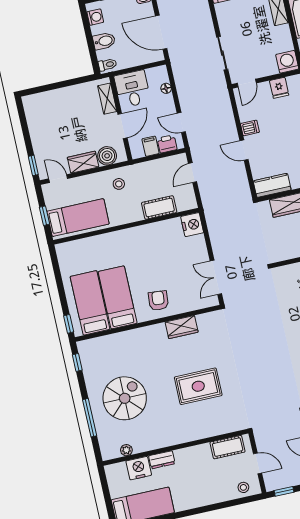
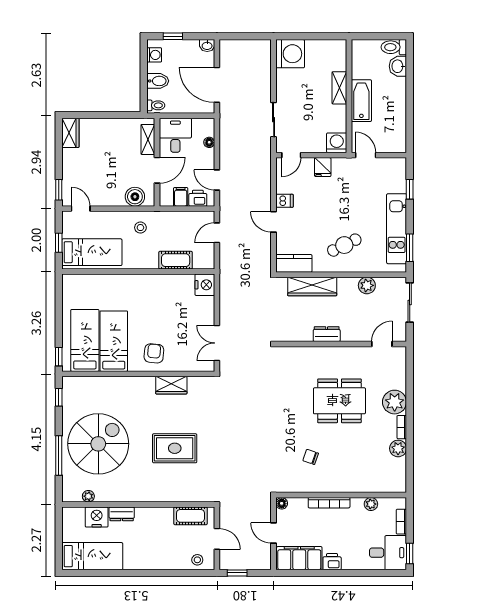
wardrobe: (83, 162) -> (70, 133), moved, turned 90
spiral stairs: (125, 398) -> (98, 444), width x1.37, depth x1.37

